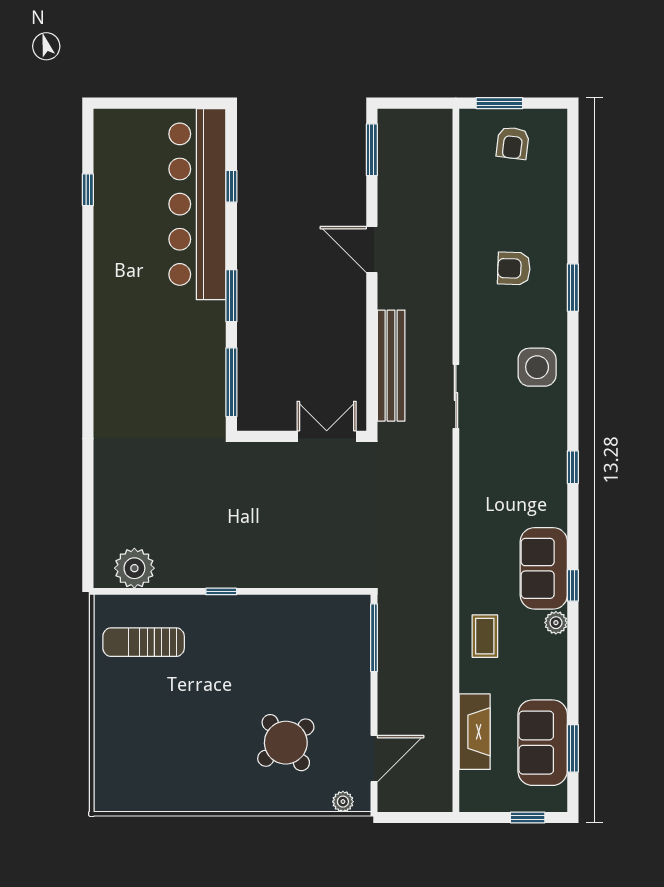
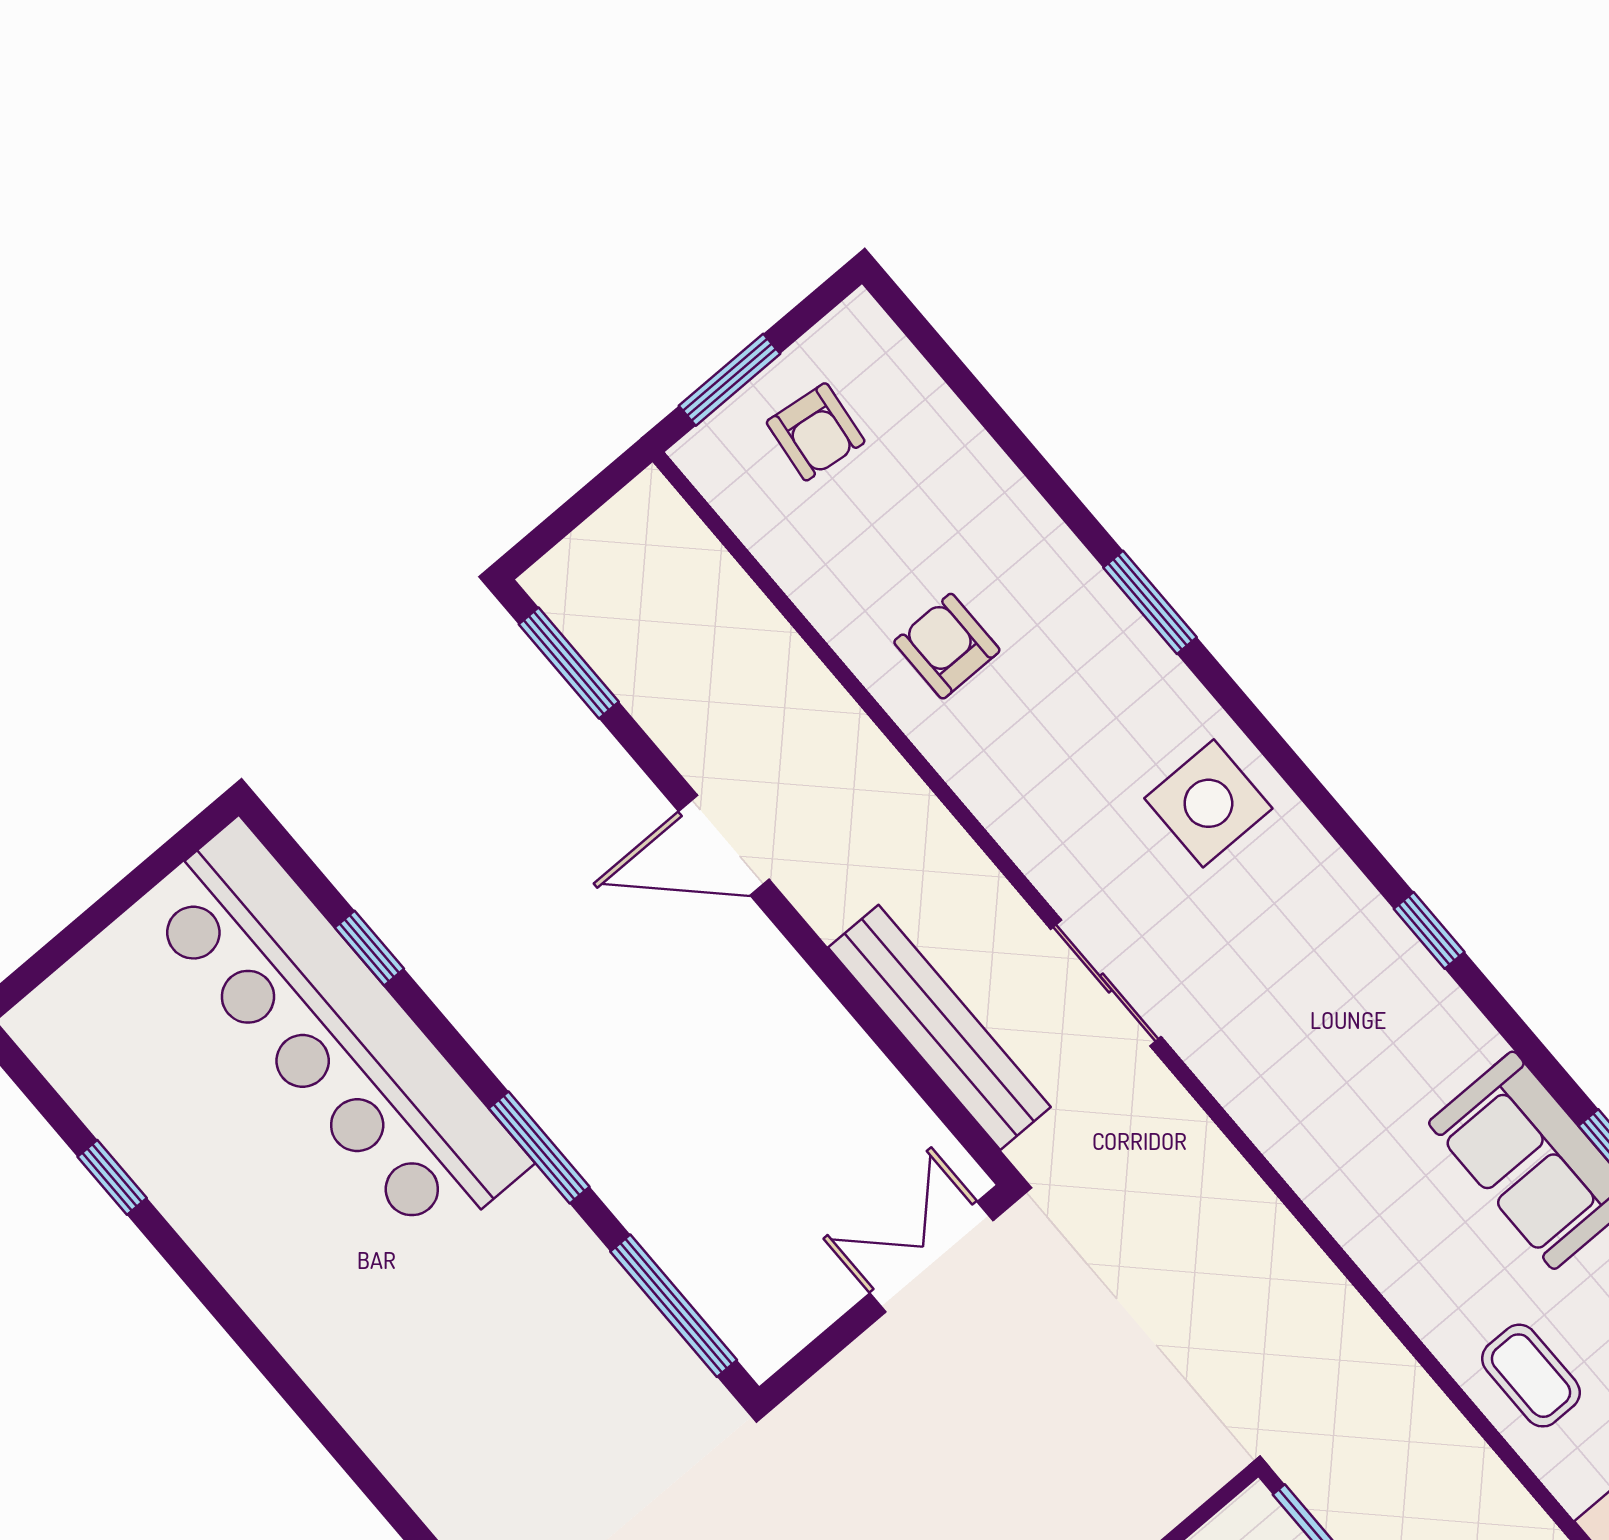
armchair: (514, 268) -> (947, 646), moved, turned 88

